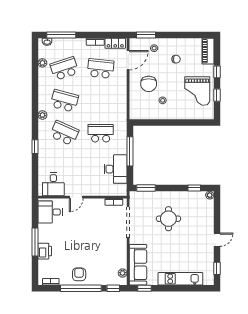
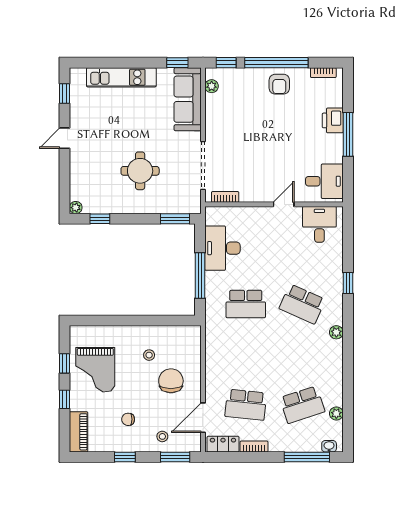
window: (178, 35) -> (125, 457), added
grand piano: (197, 91) -> (95, 370), turned 180
school desk: (64, 101) -> (302, 354), removed

